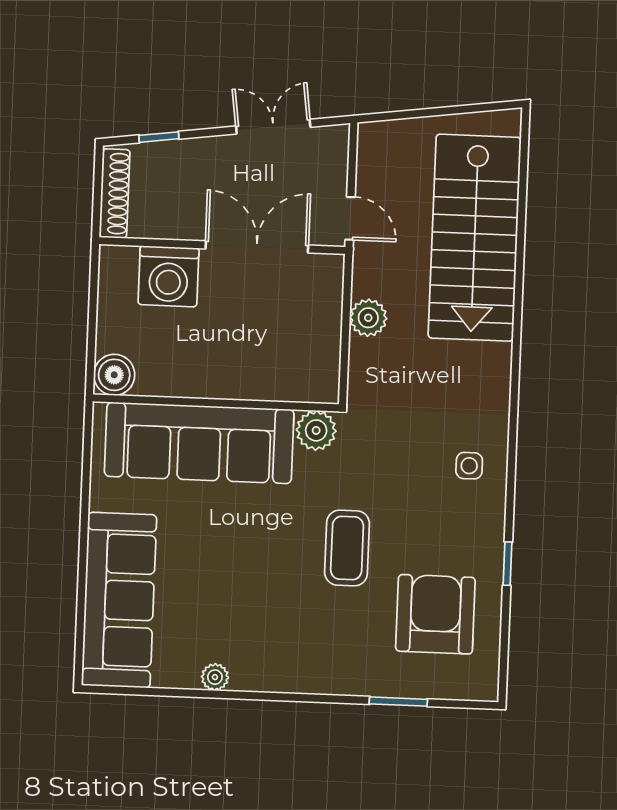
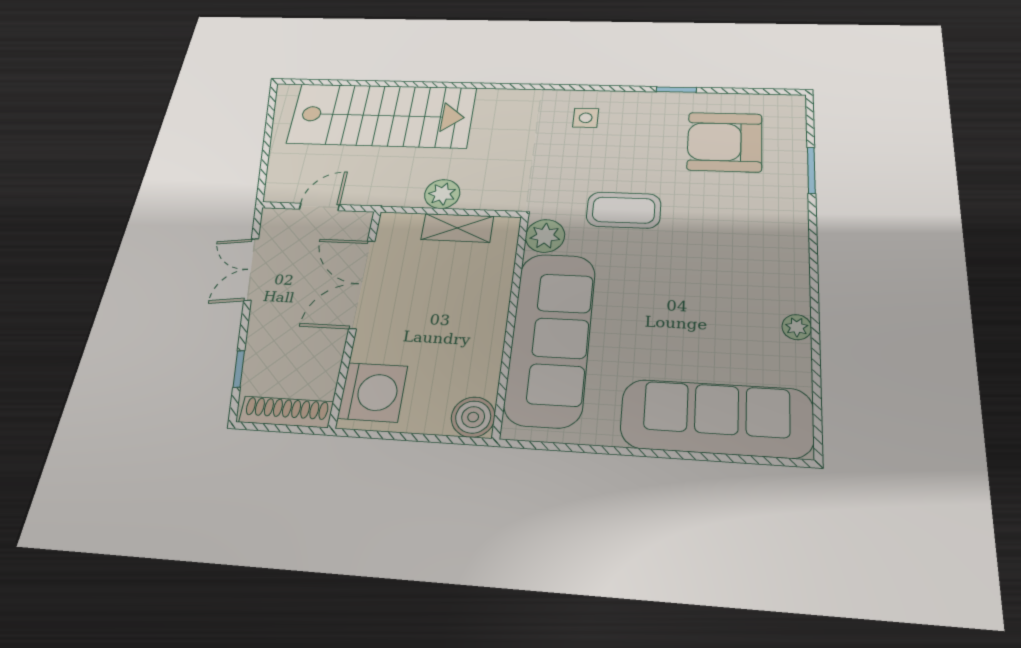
door: (350, 218) -> (319, 207), moved
washing machine: (169, 276) -> (373, 392), moved
shelving: (326, 338) -> (457, 228), added
coffee table: (347, 548) -> (624, 210), moved

